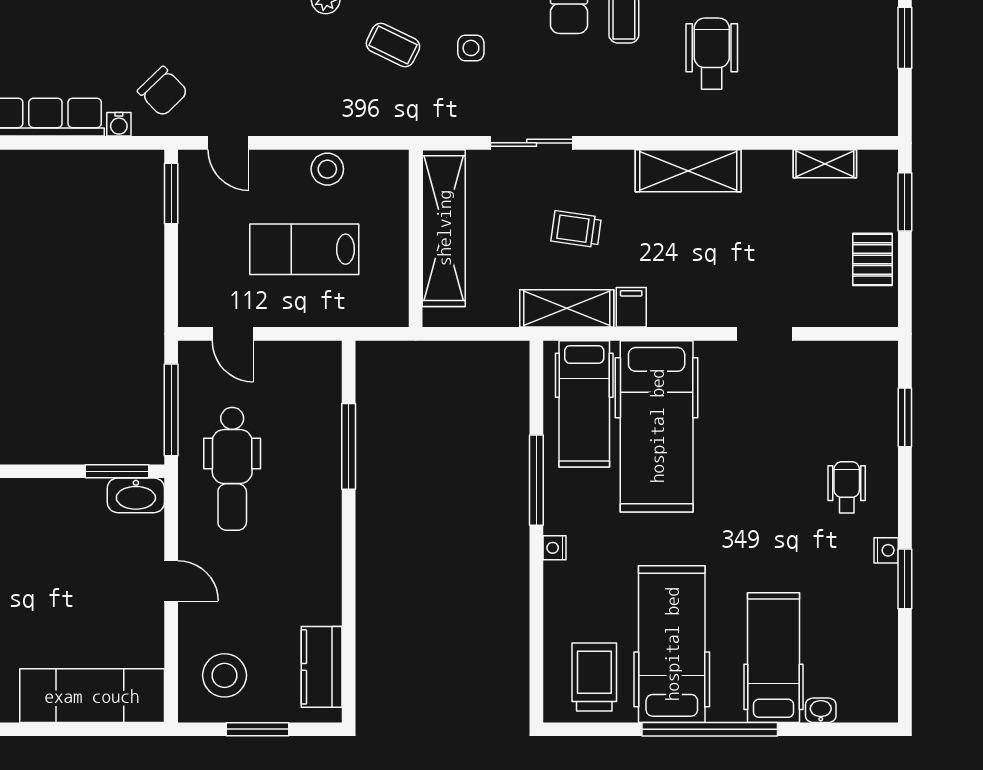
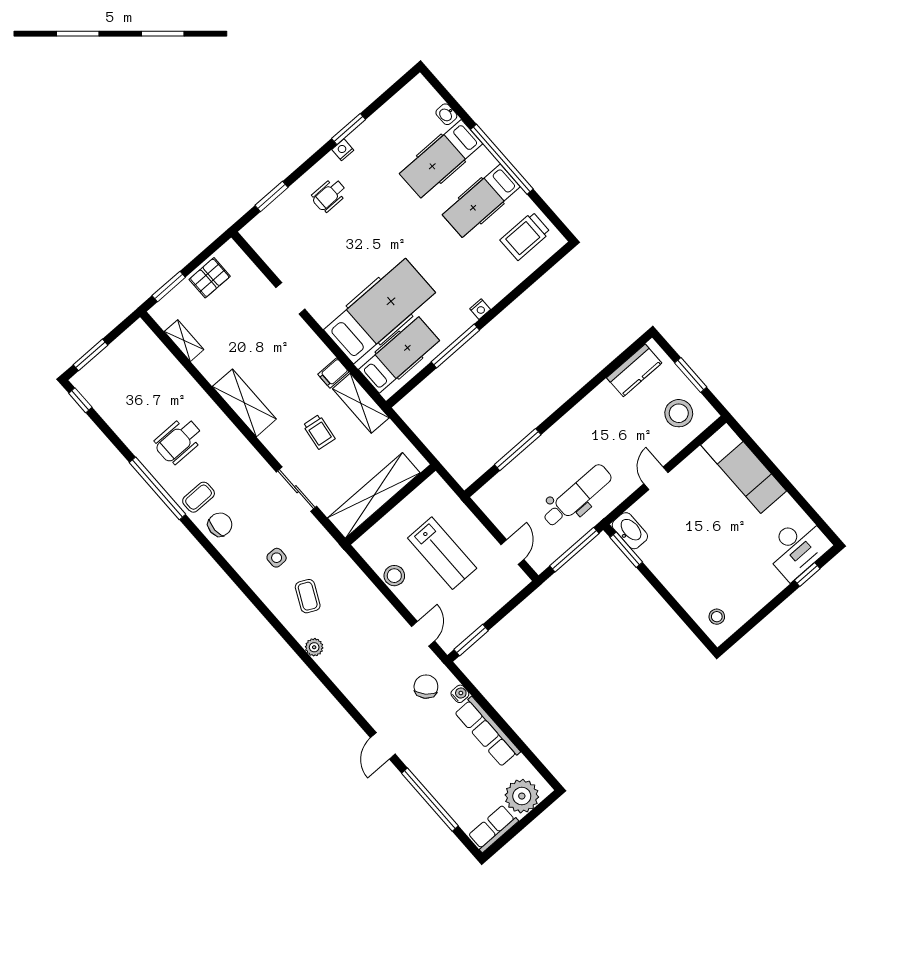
hospital bed: (672, 644) -> (481, 201), width x0.73, depth x0.78

